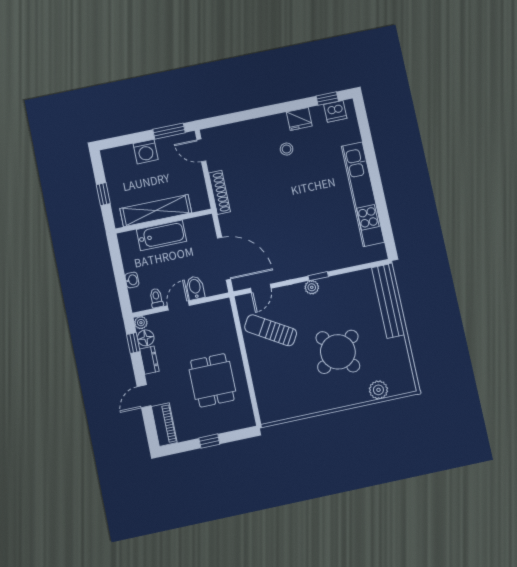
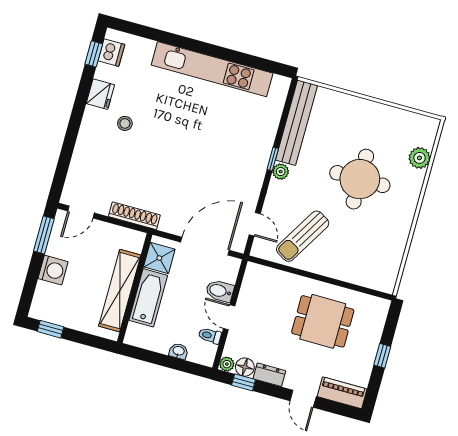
window: (103, 194) -> (50, 329), moved
shower: (197, 228) -> (159, 258), added
bench: (388, 301) -> (296, 123), moved, turned 90
round table: (338, 352) -> (360, 179), turned 36

